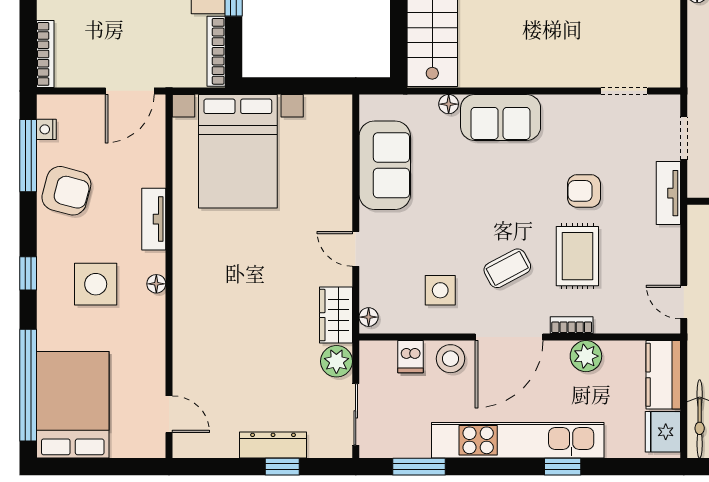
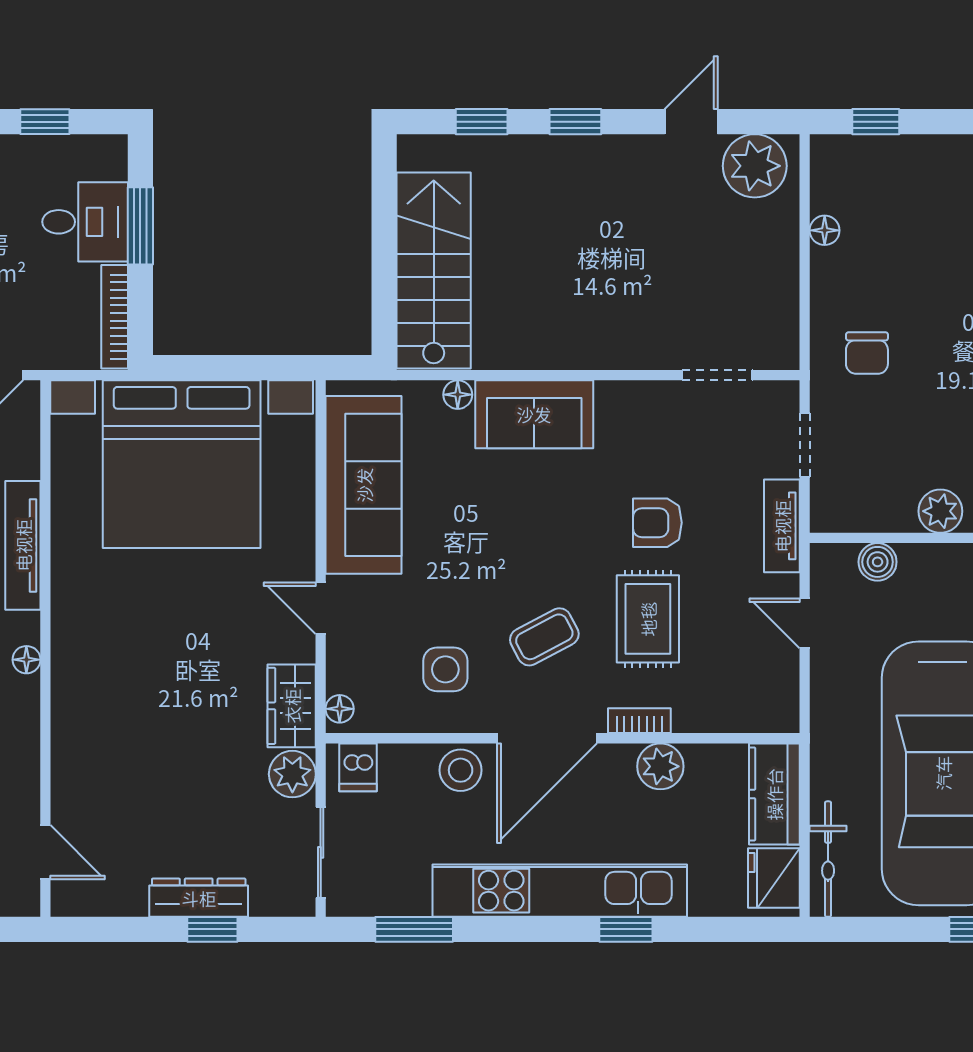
bed with nightstands: (238, 151) -> (182, 464), width x1.36
sofa: (385, 165) -> (364, 485), width x1.36
tv unit: (154, 219) -> (23, 545), width x1.41
door: (684, 302) -> (805, 623), moved
dishwasher: (410, 357) -> (358, 767), moved

